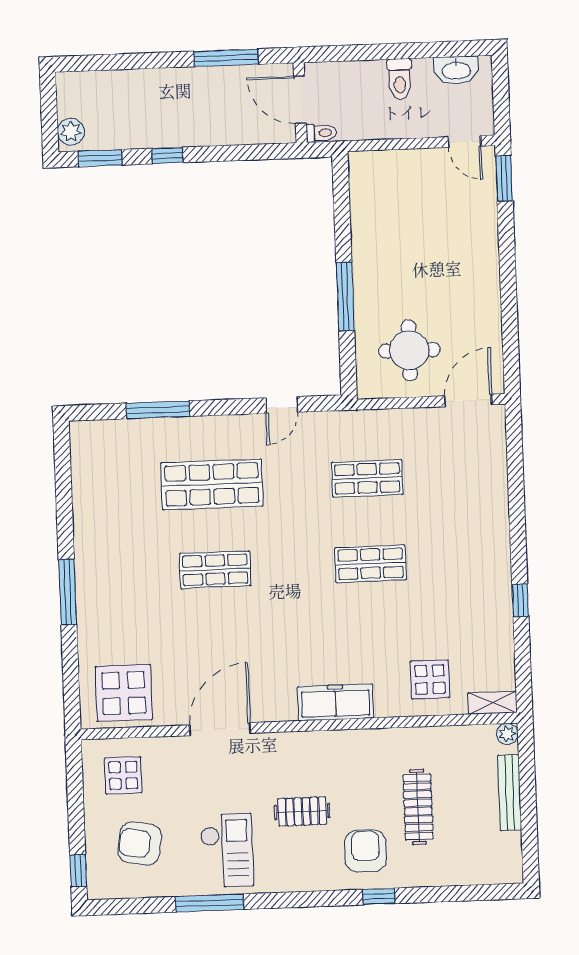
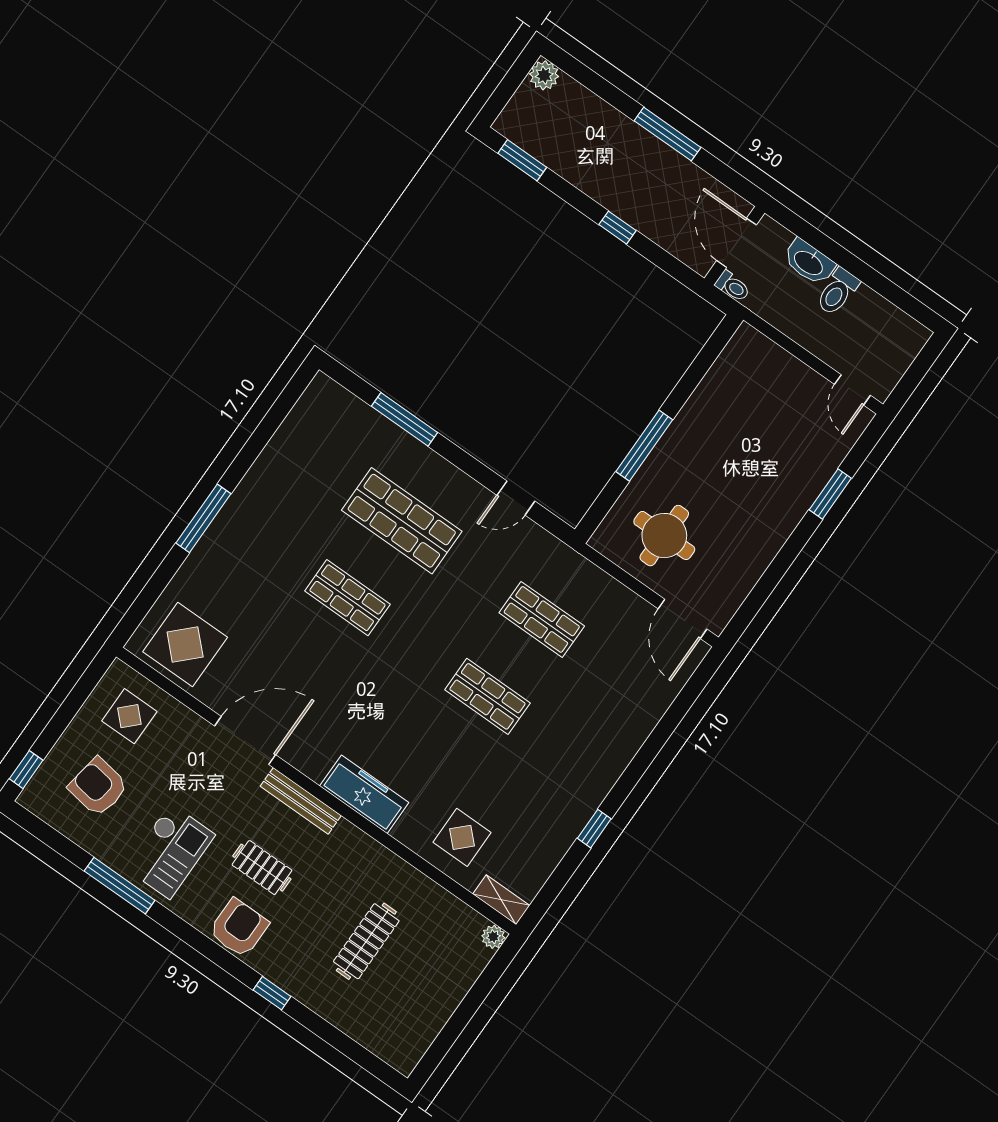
window: (226, 58) -> (667, 134), moved
washbasin: (456, 70) -> (809, 262), moved
plant: (71, 132) -> (544, 75), moved
window: (168, 156) -> (617, 228), moved
window: (504, 178) -> (830, 494), moved
door: (468, 400) -> (682, 619), swing flipped
bench: (510, 793) -> (301, 801), moved, turned 90
armchair: (365, 851) -> (239, 928), moved

